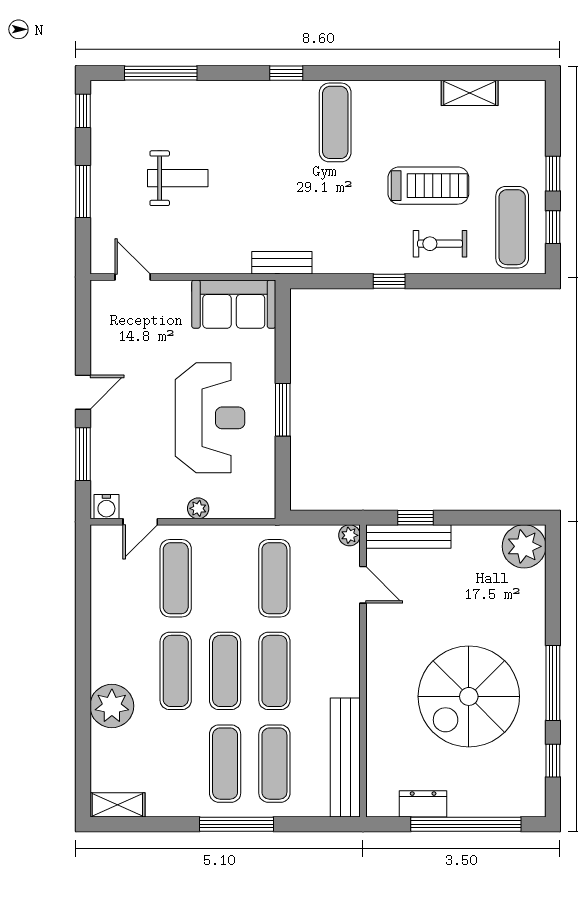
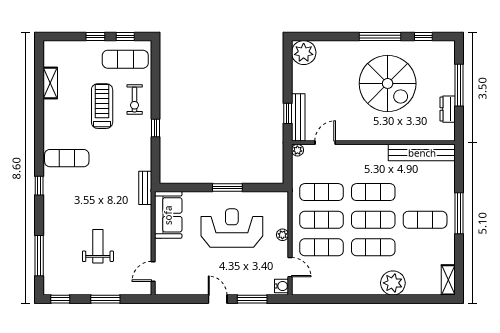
exercise mat: (274, 764) -> (321, 220), moved
window: (466, 824) -> (459, 85), width x0.68

